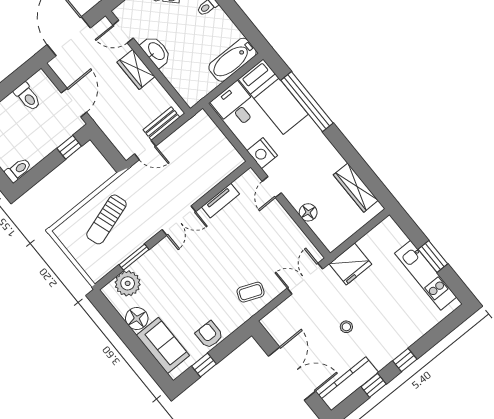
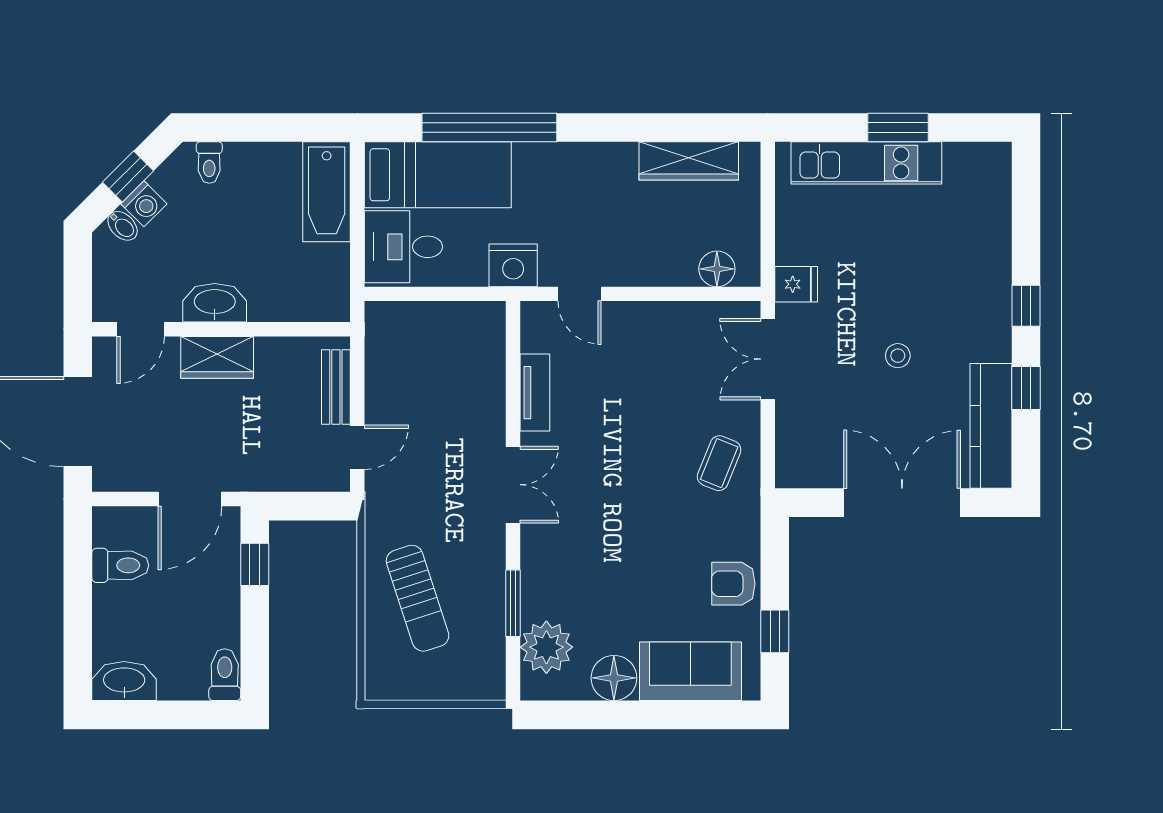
door: (74, 103) -> (190, 499), swing flipped
floor lamp: (308, 212) -> (717, 269), moved
fridge: (350, 264) -> (796, 284), width x0.53, depth x0.75
kitchen unit: (426, 275) -> (866, 163), moved

